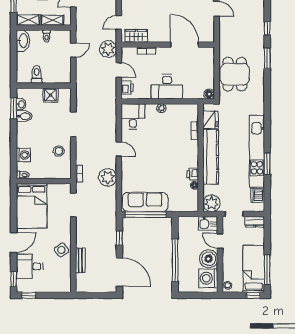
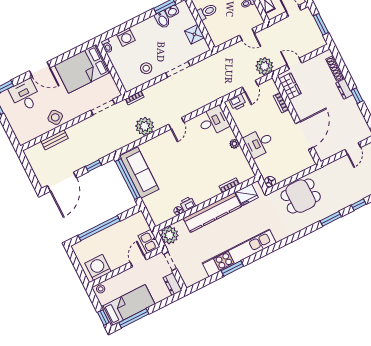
desk: (167, 87) -> (259, 143), width x0.73
dishwasher: (258, 195) -> (199, 274), removed
boiler: (209, 259) -> (116, 259), removed

